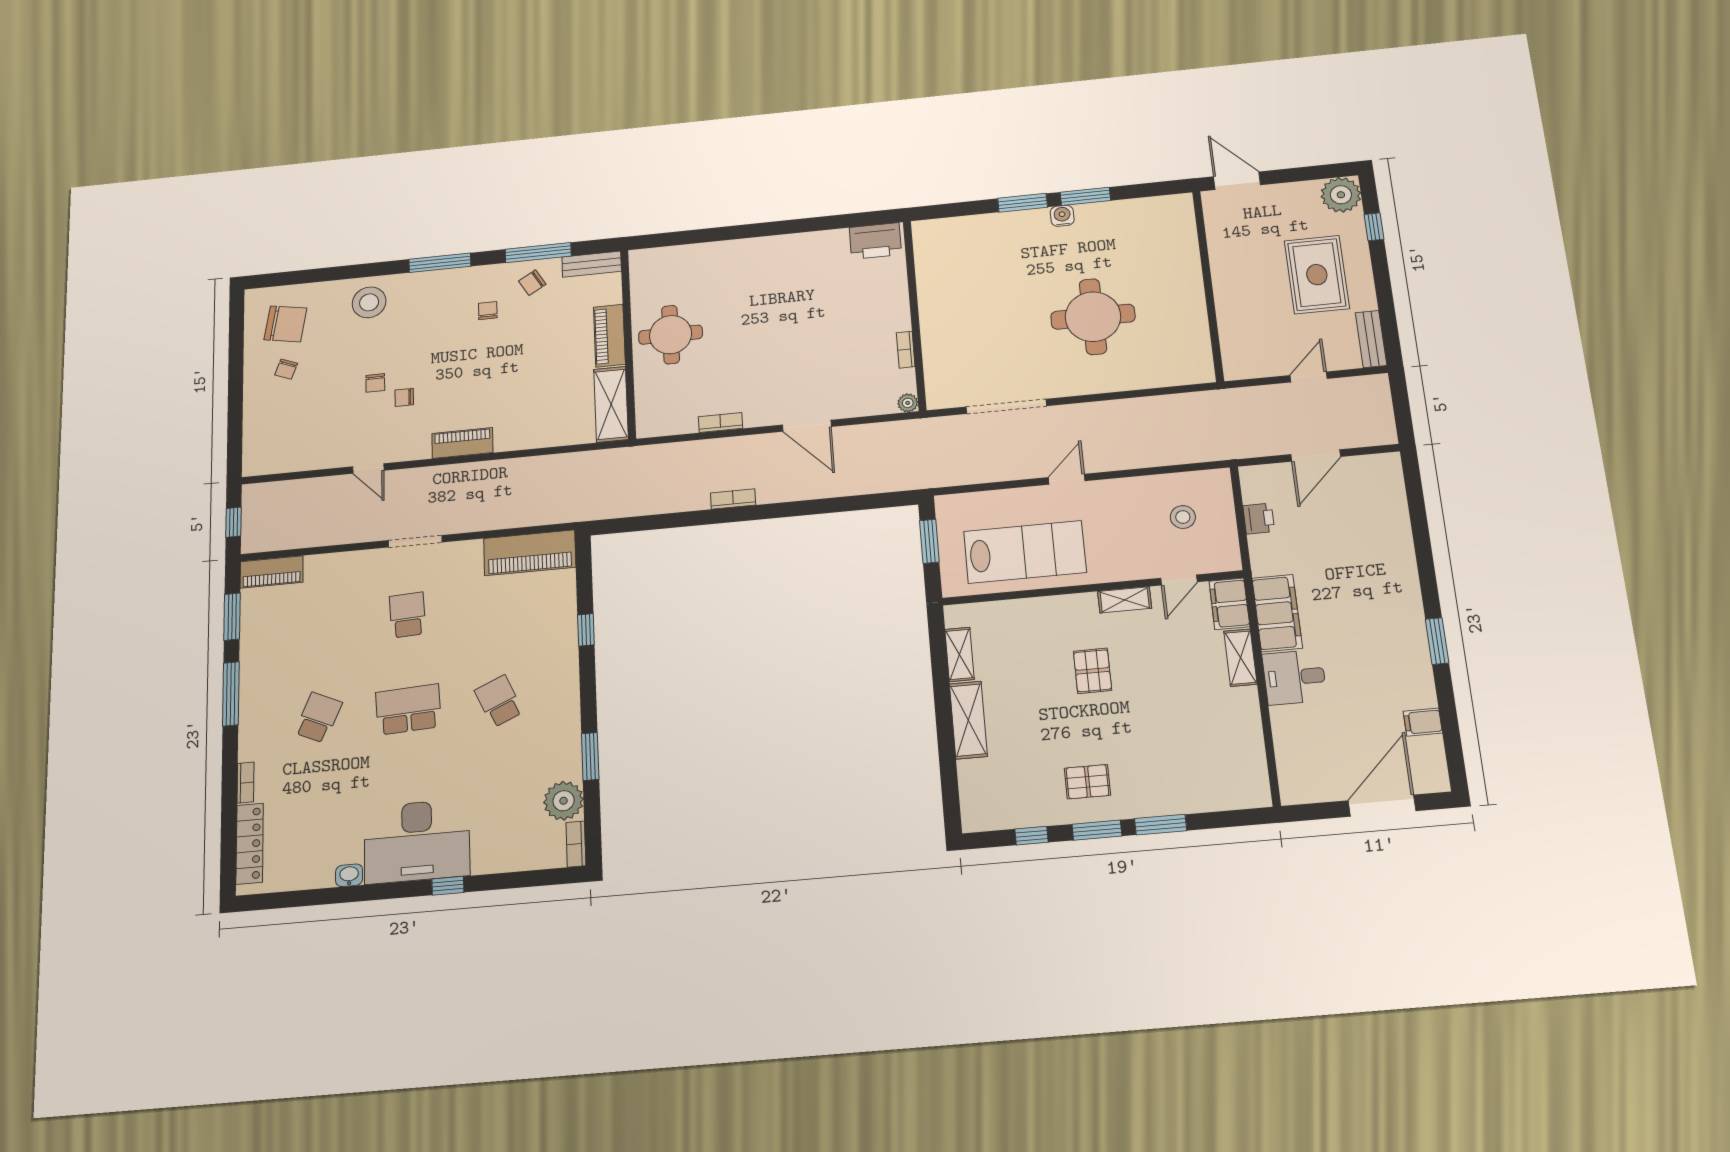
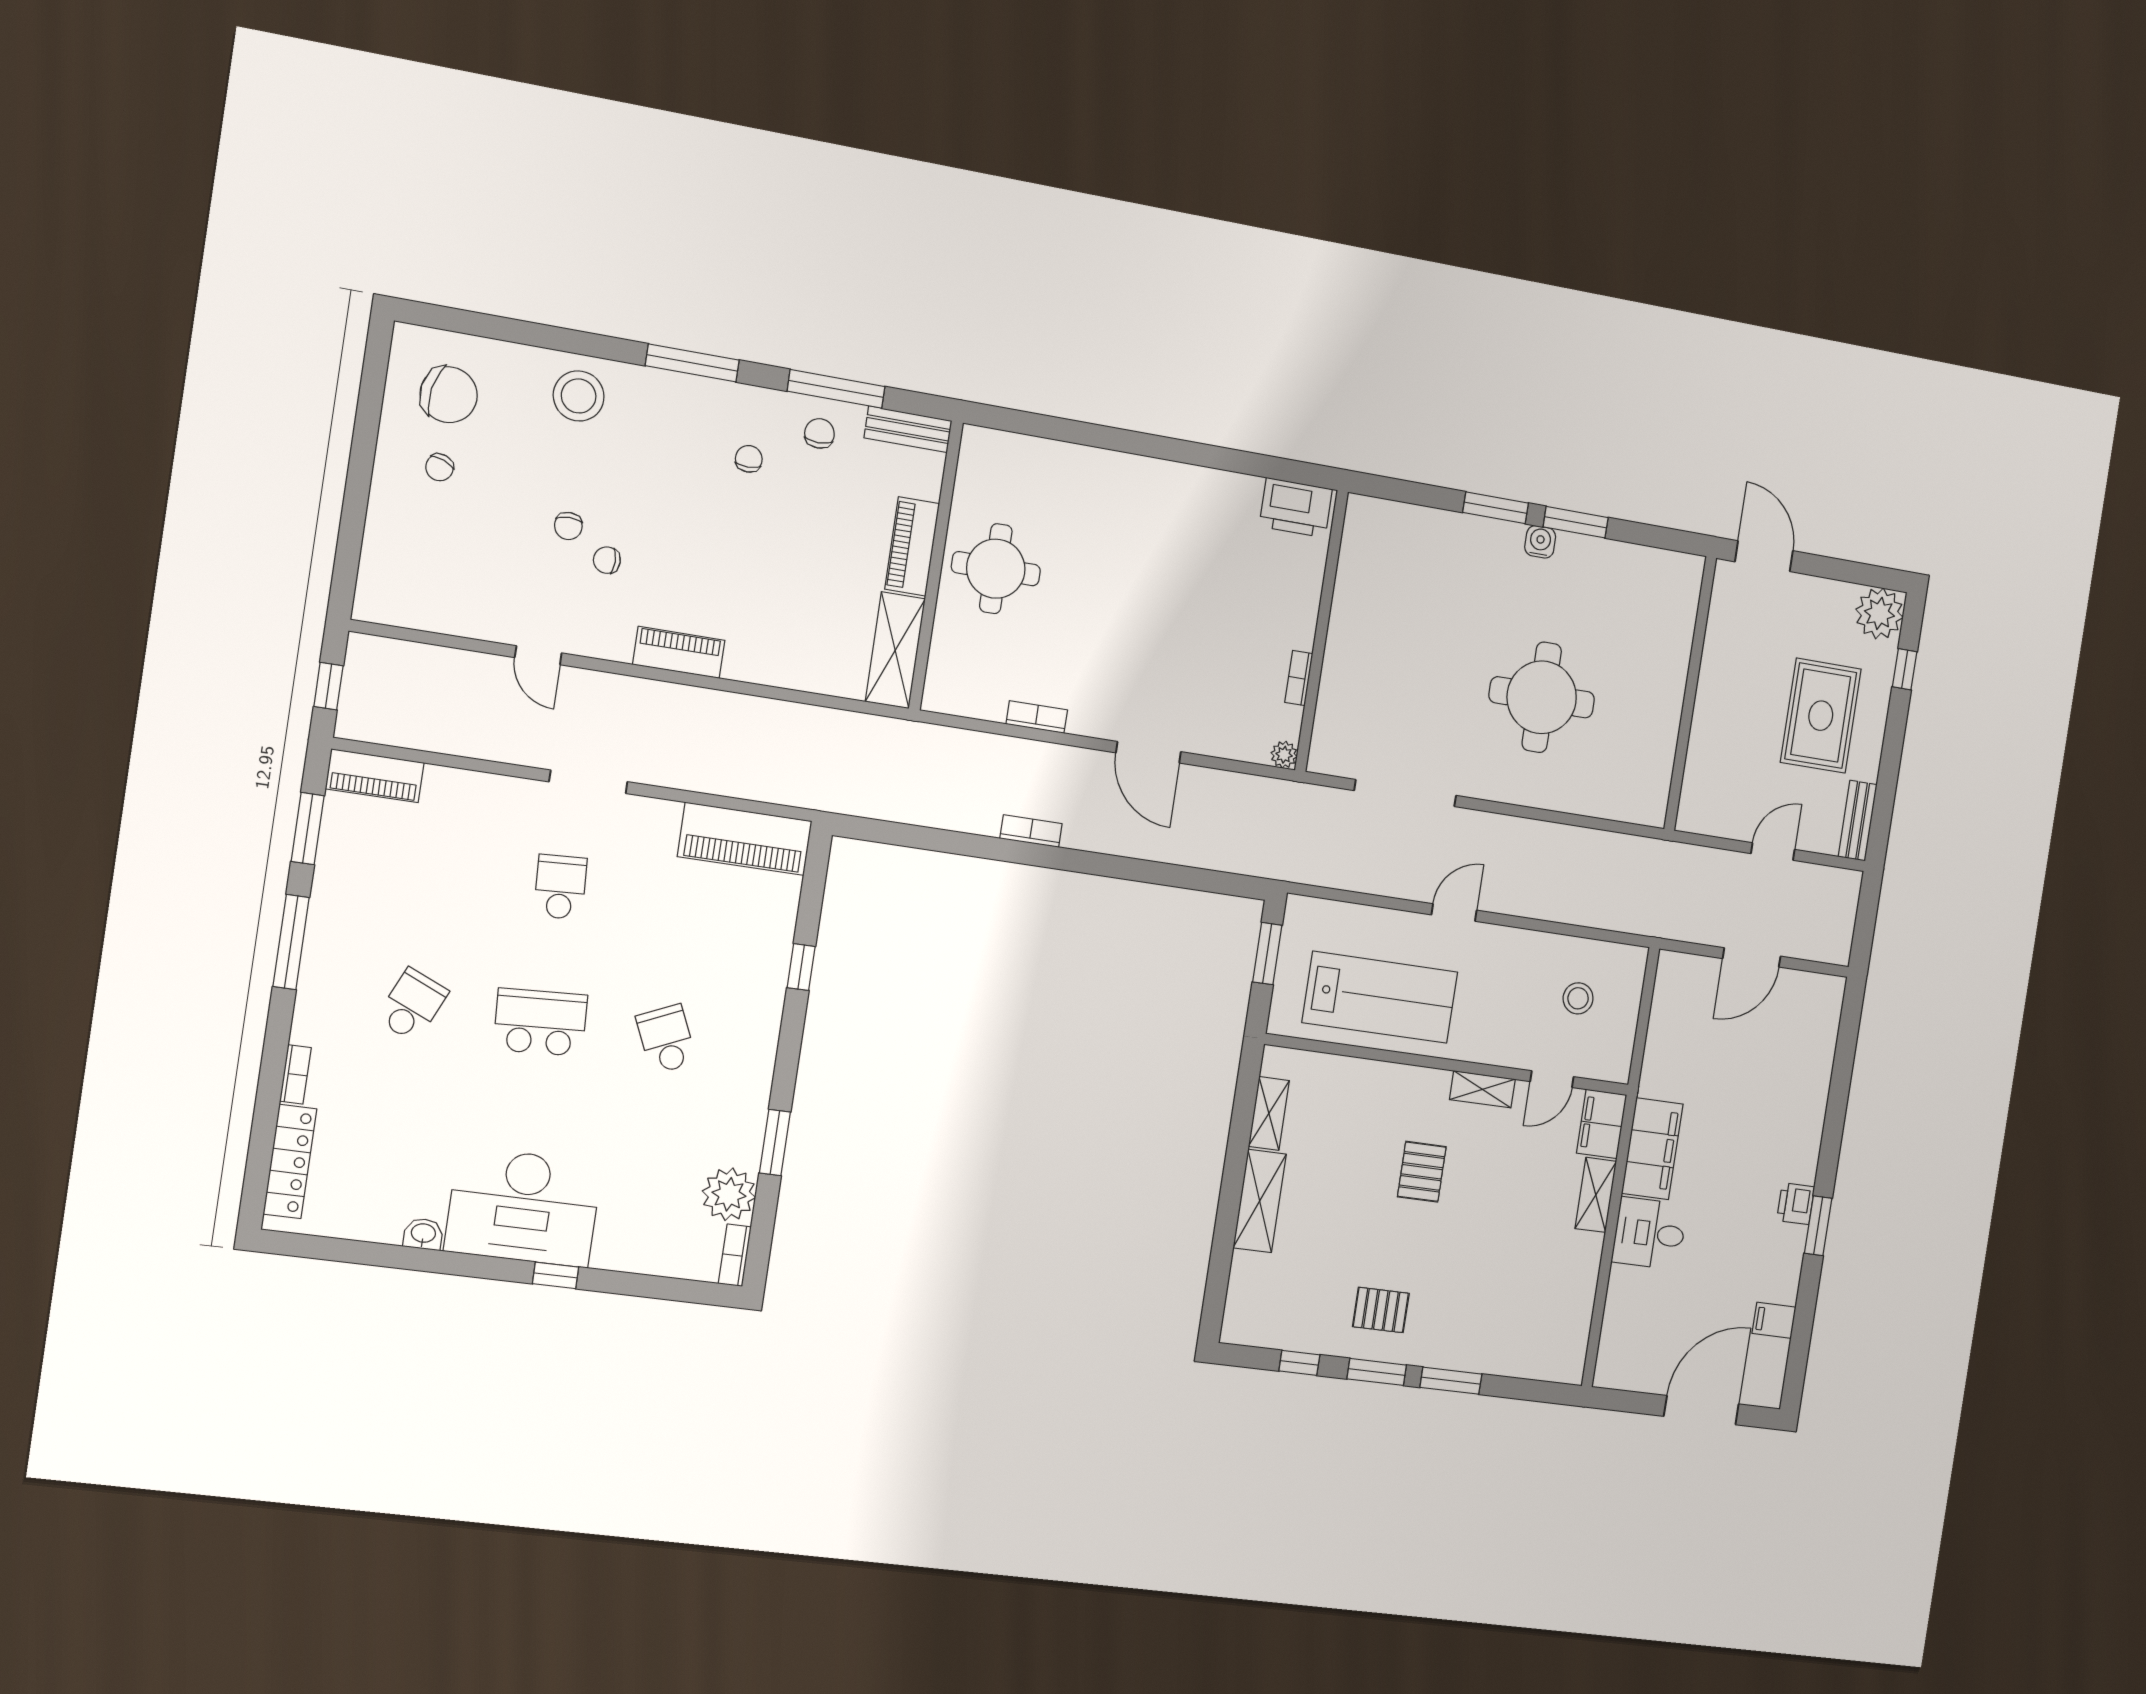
chair: (532, 283) -> (819, 433), turned 121
printer: (1259, 519) -> (1796, 1204), moved, turned 180

